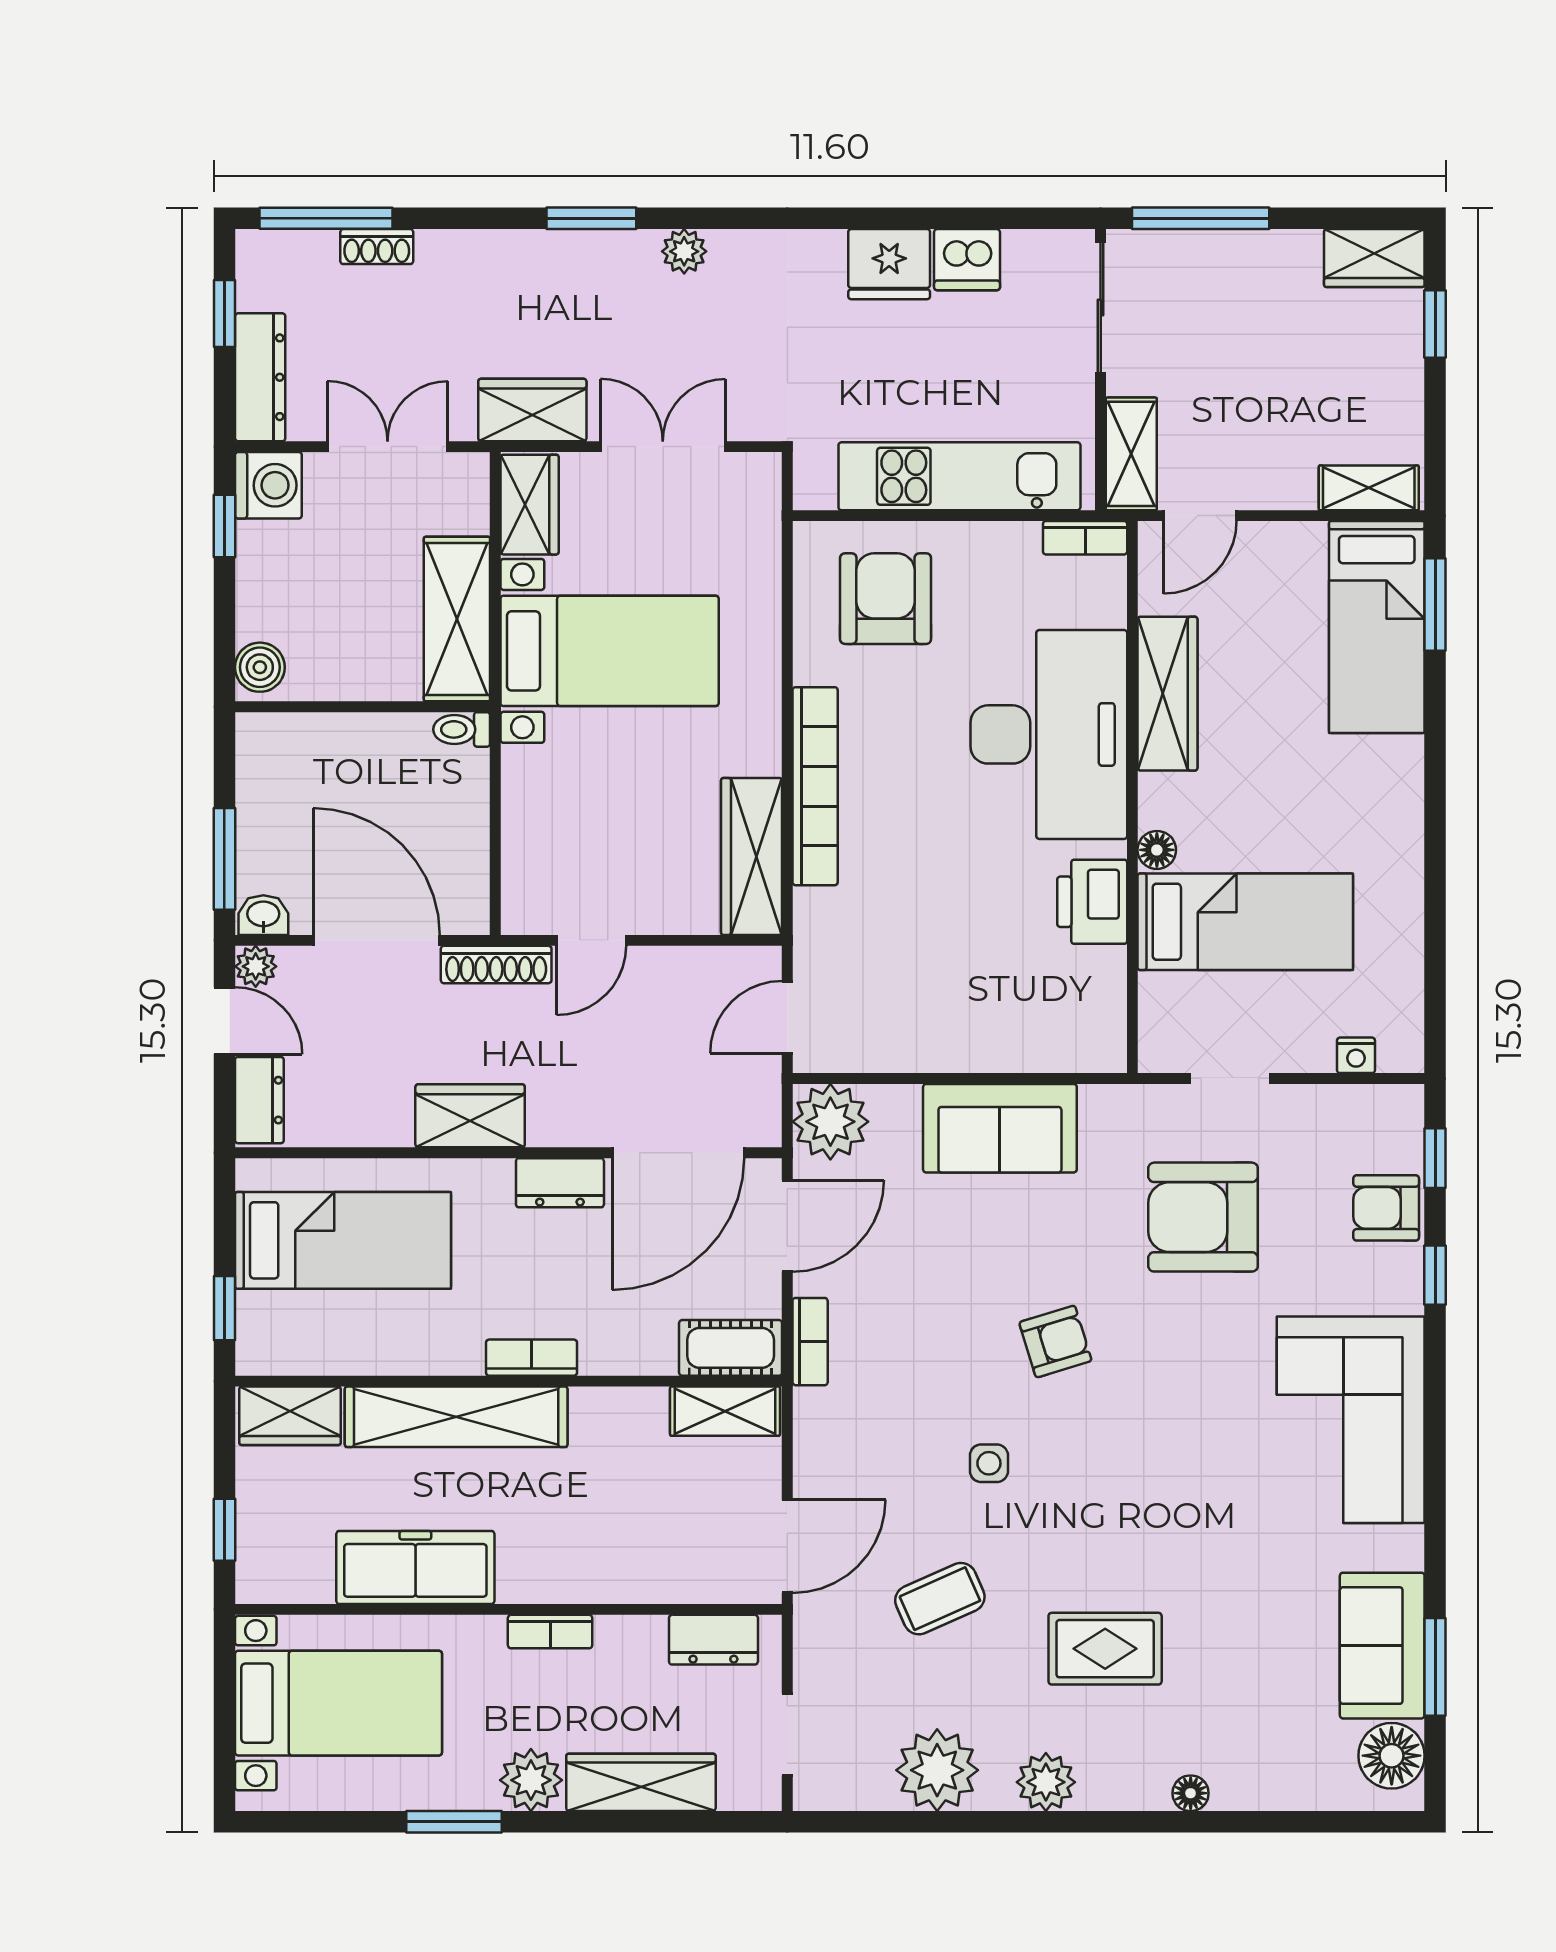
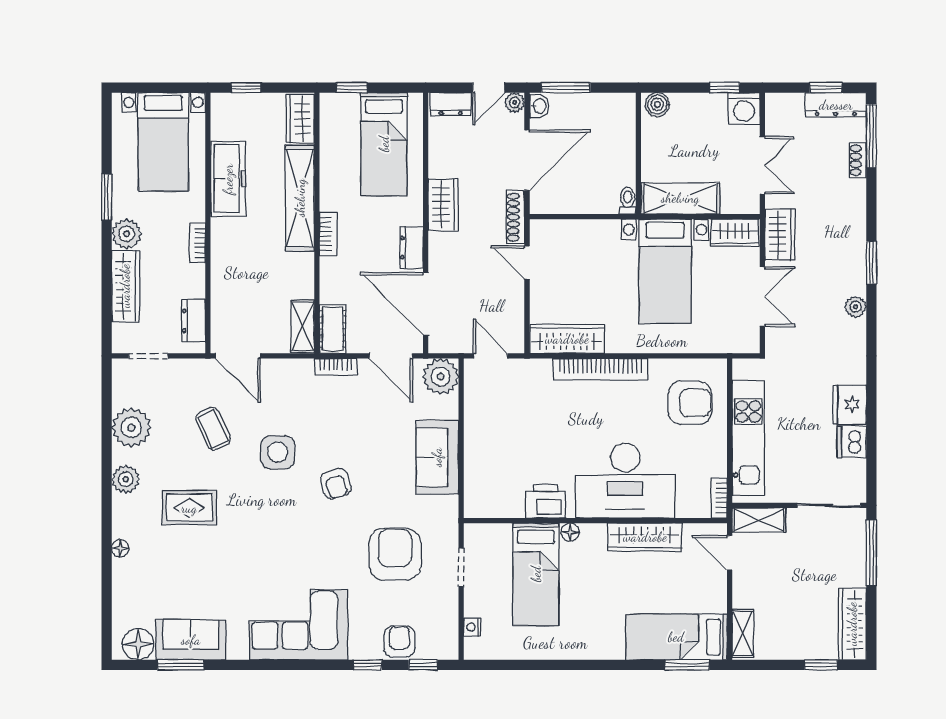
wardrobe: (1374, 258) -> (852, 624), width x1.50
dresser: (260, 377) -> (836, 105), moved
side table: (989, 1463) -> (278, 452), width x1.87, depth x1.87
rug: (1105, 1649) -> (189, 508), turned 90

